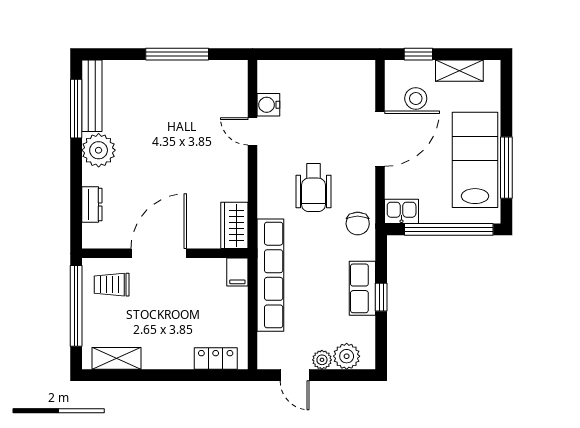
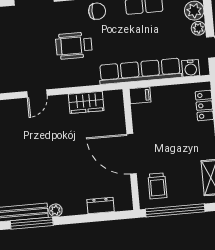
water cooler: (268, 105) -> (191, 68), moved
plant: (99, 150) -> (55, 210), width x0.53, depth x0.53
wheelchair: (313, 188) -> (74, 46), turned 180
wardrobe: (234, 225) -> (86, 102), moved

